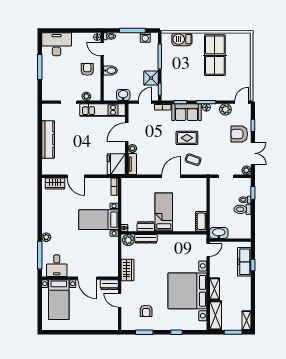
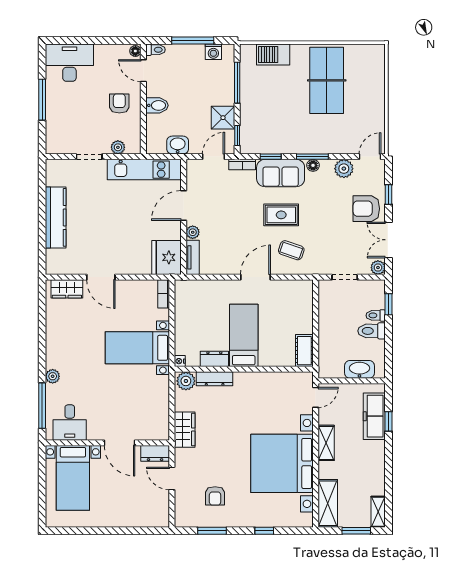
double door: (253, 153) -> (388, 240), swing flipped
washbasin: (219, 233) -> (359, 369), moved
shelving: (215, 289) -> (326, 443), moved

